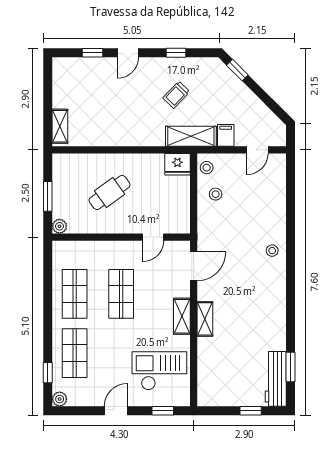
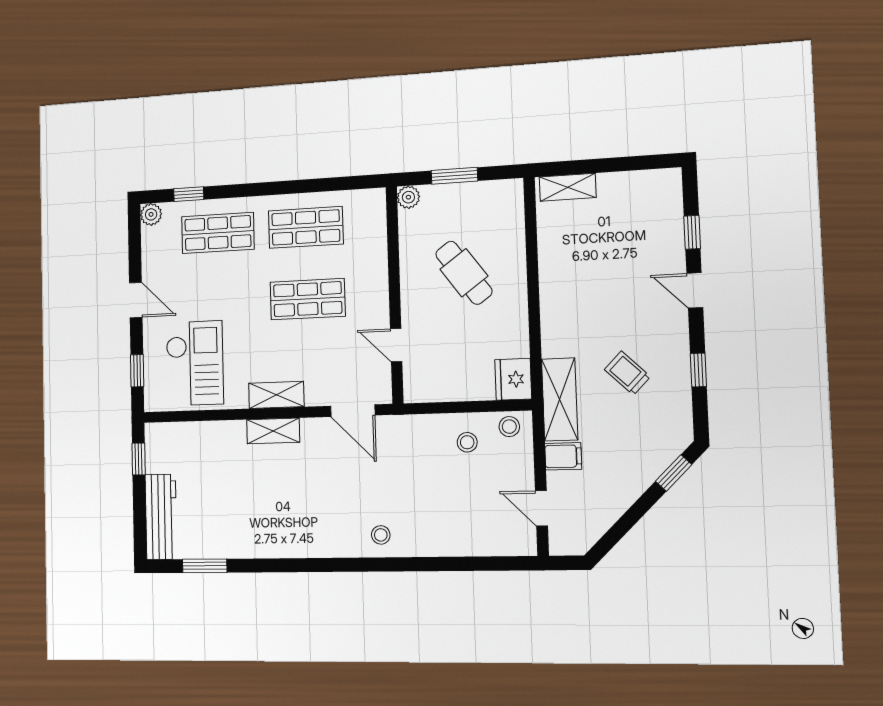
workbench: (276, 379) -> (161, 517), moved, turned 90
window: (251, 411) -> (139, 459), moved

